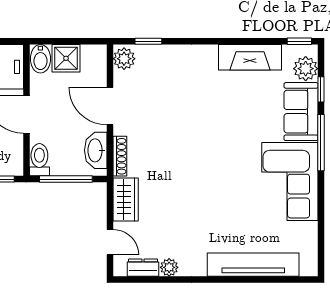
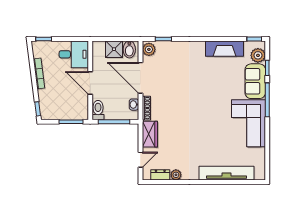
bidet: (40, 59) -> (129, 49), moved
door: (110, 106) -> (140, 78), width x1.36
washbasin: (96, 150) -> (134, 105), width x0.52, depth x0.69
door: (110, 242) -> (140, 160), hinge flipped

